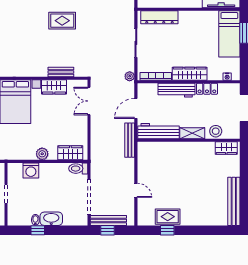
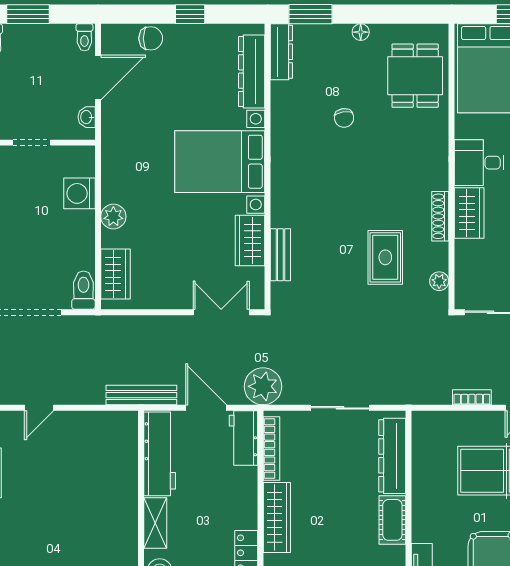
cot: (191, 17) -> (392, 520), added
plant: (130, 76) -> (263, 386), width x1.87, depth x1.87
workbench: (177, 90) -> (243, 438), moved, width x0.73

